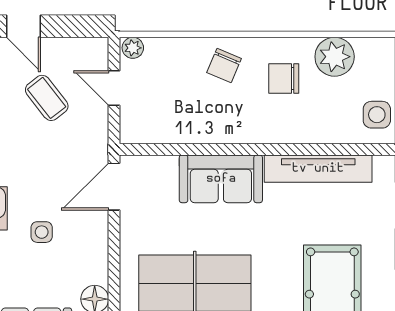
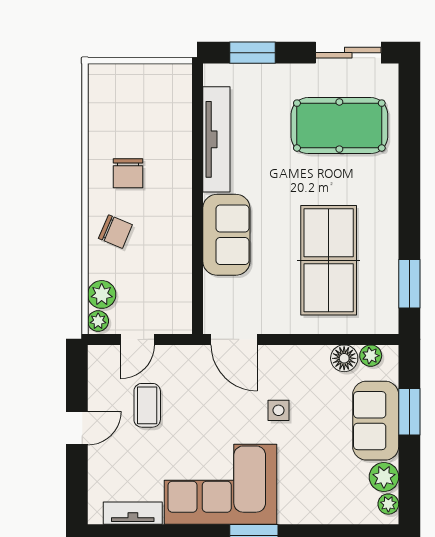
plant: (335, 57) -> (102, 294), moved, width x0.73, depth x0.73
coffee table: (47, 98) -> (147, 405), turned -52
side table: (377, 115) -> (164, 82), removed

